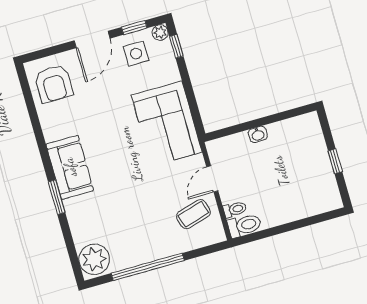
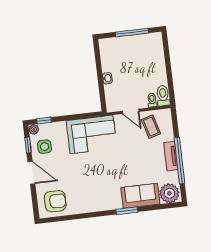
window: (335, 161) -> (132, 33), width x2.17
sofa: (70, 167) -> (140, 196), moved
tv unit: (152, 252) -> (171, 156), added

